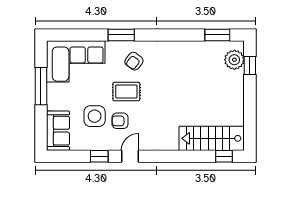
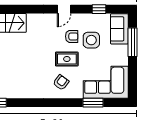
window: (121, 35) -> (93, 103), moved
window: (41, 86) -> (133, 42), moved
window: (99, 156) -> (99, 9), moved

